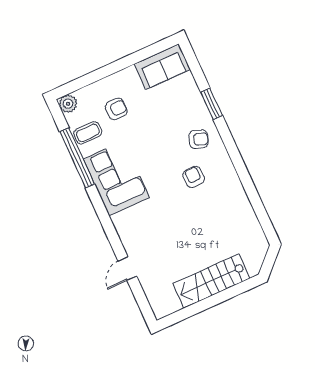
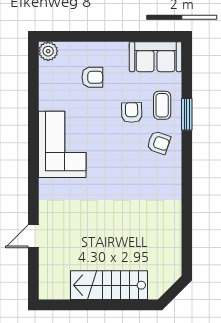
coffee table: (88, 133) -> (162, 105), moved, turned 90
window: (77, 158) -> (33, 108), removed
armchair: (194, 177) -> (132, 112), moved

